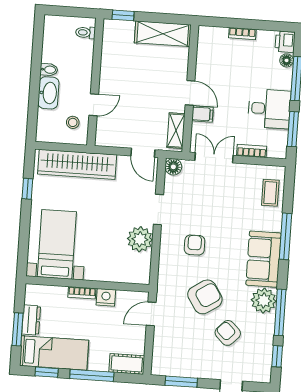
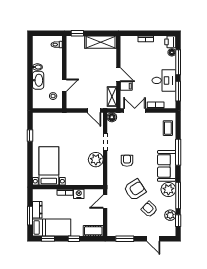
wardrobe: (77, 164) -> (57, 120), removed
plant: (264, 346) -> (170, 215), added
window: (92, 375) -> (74, 239), width x0.46

